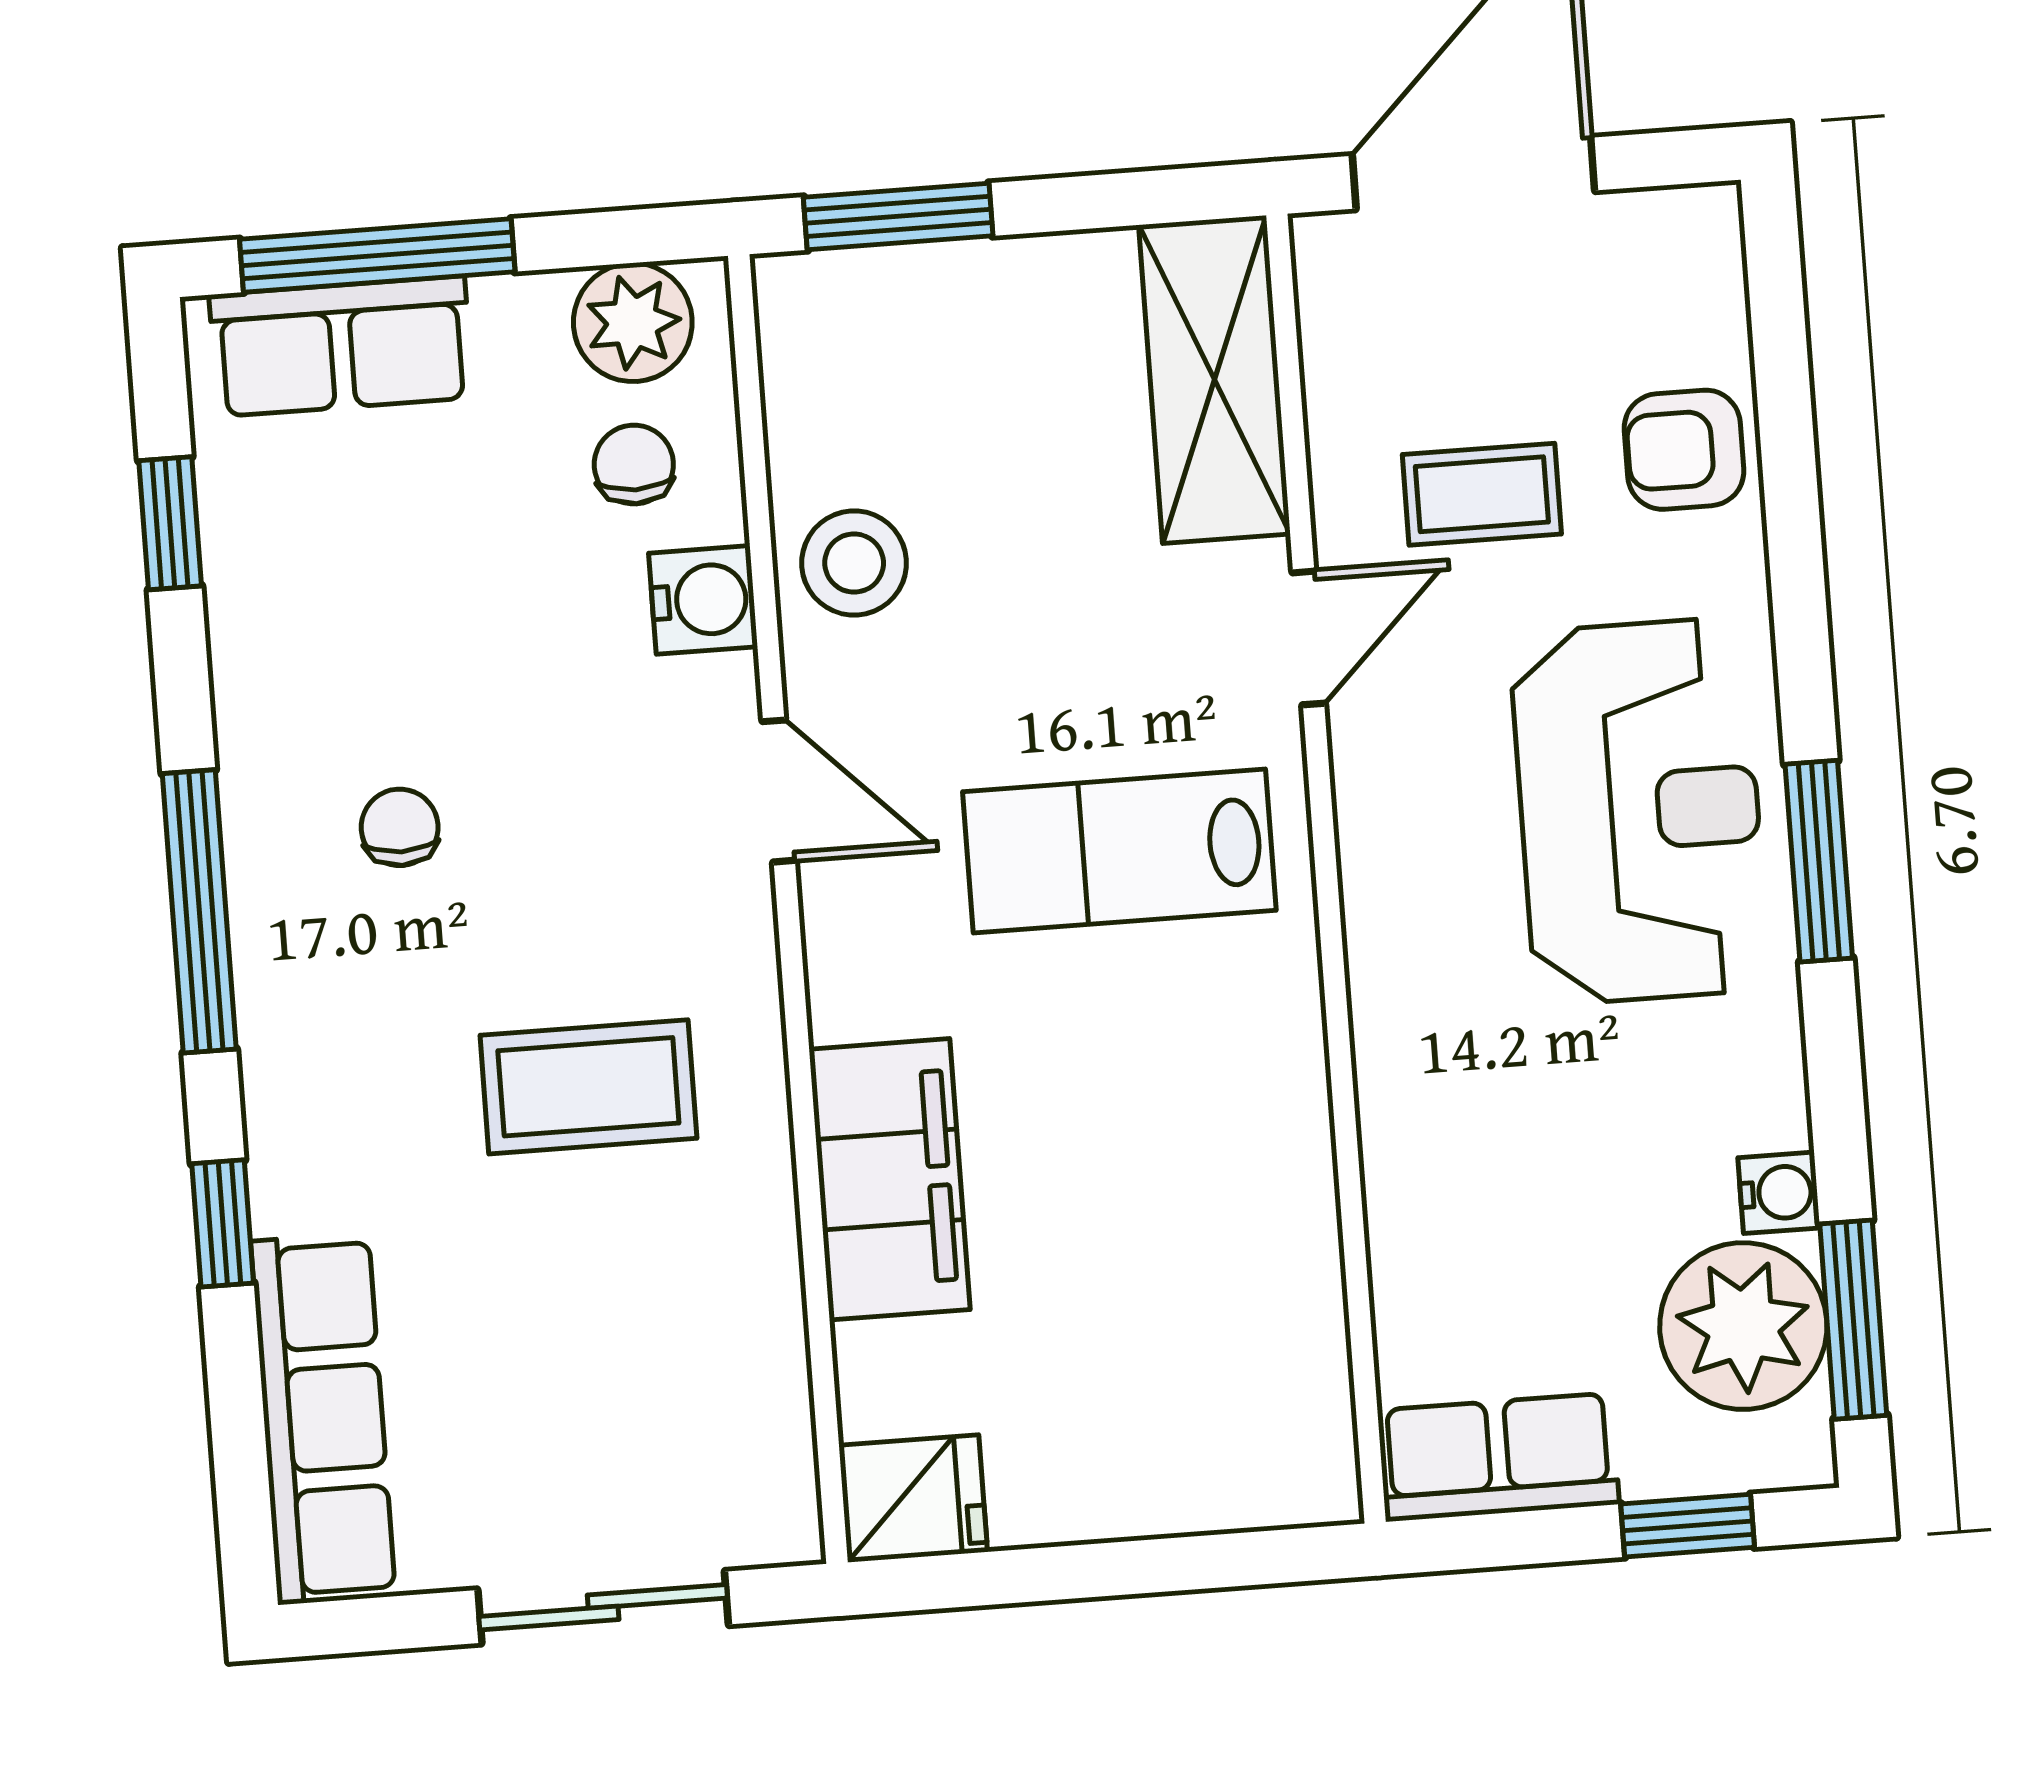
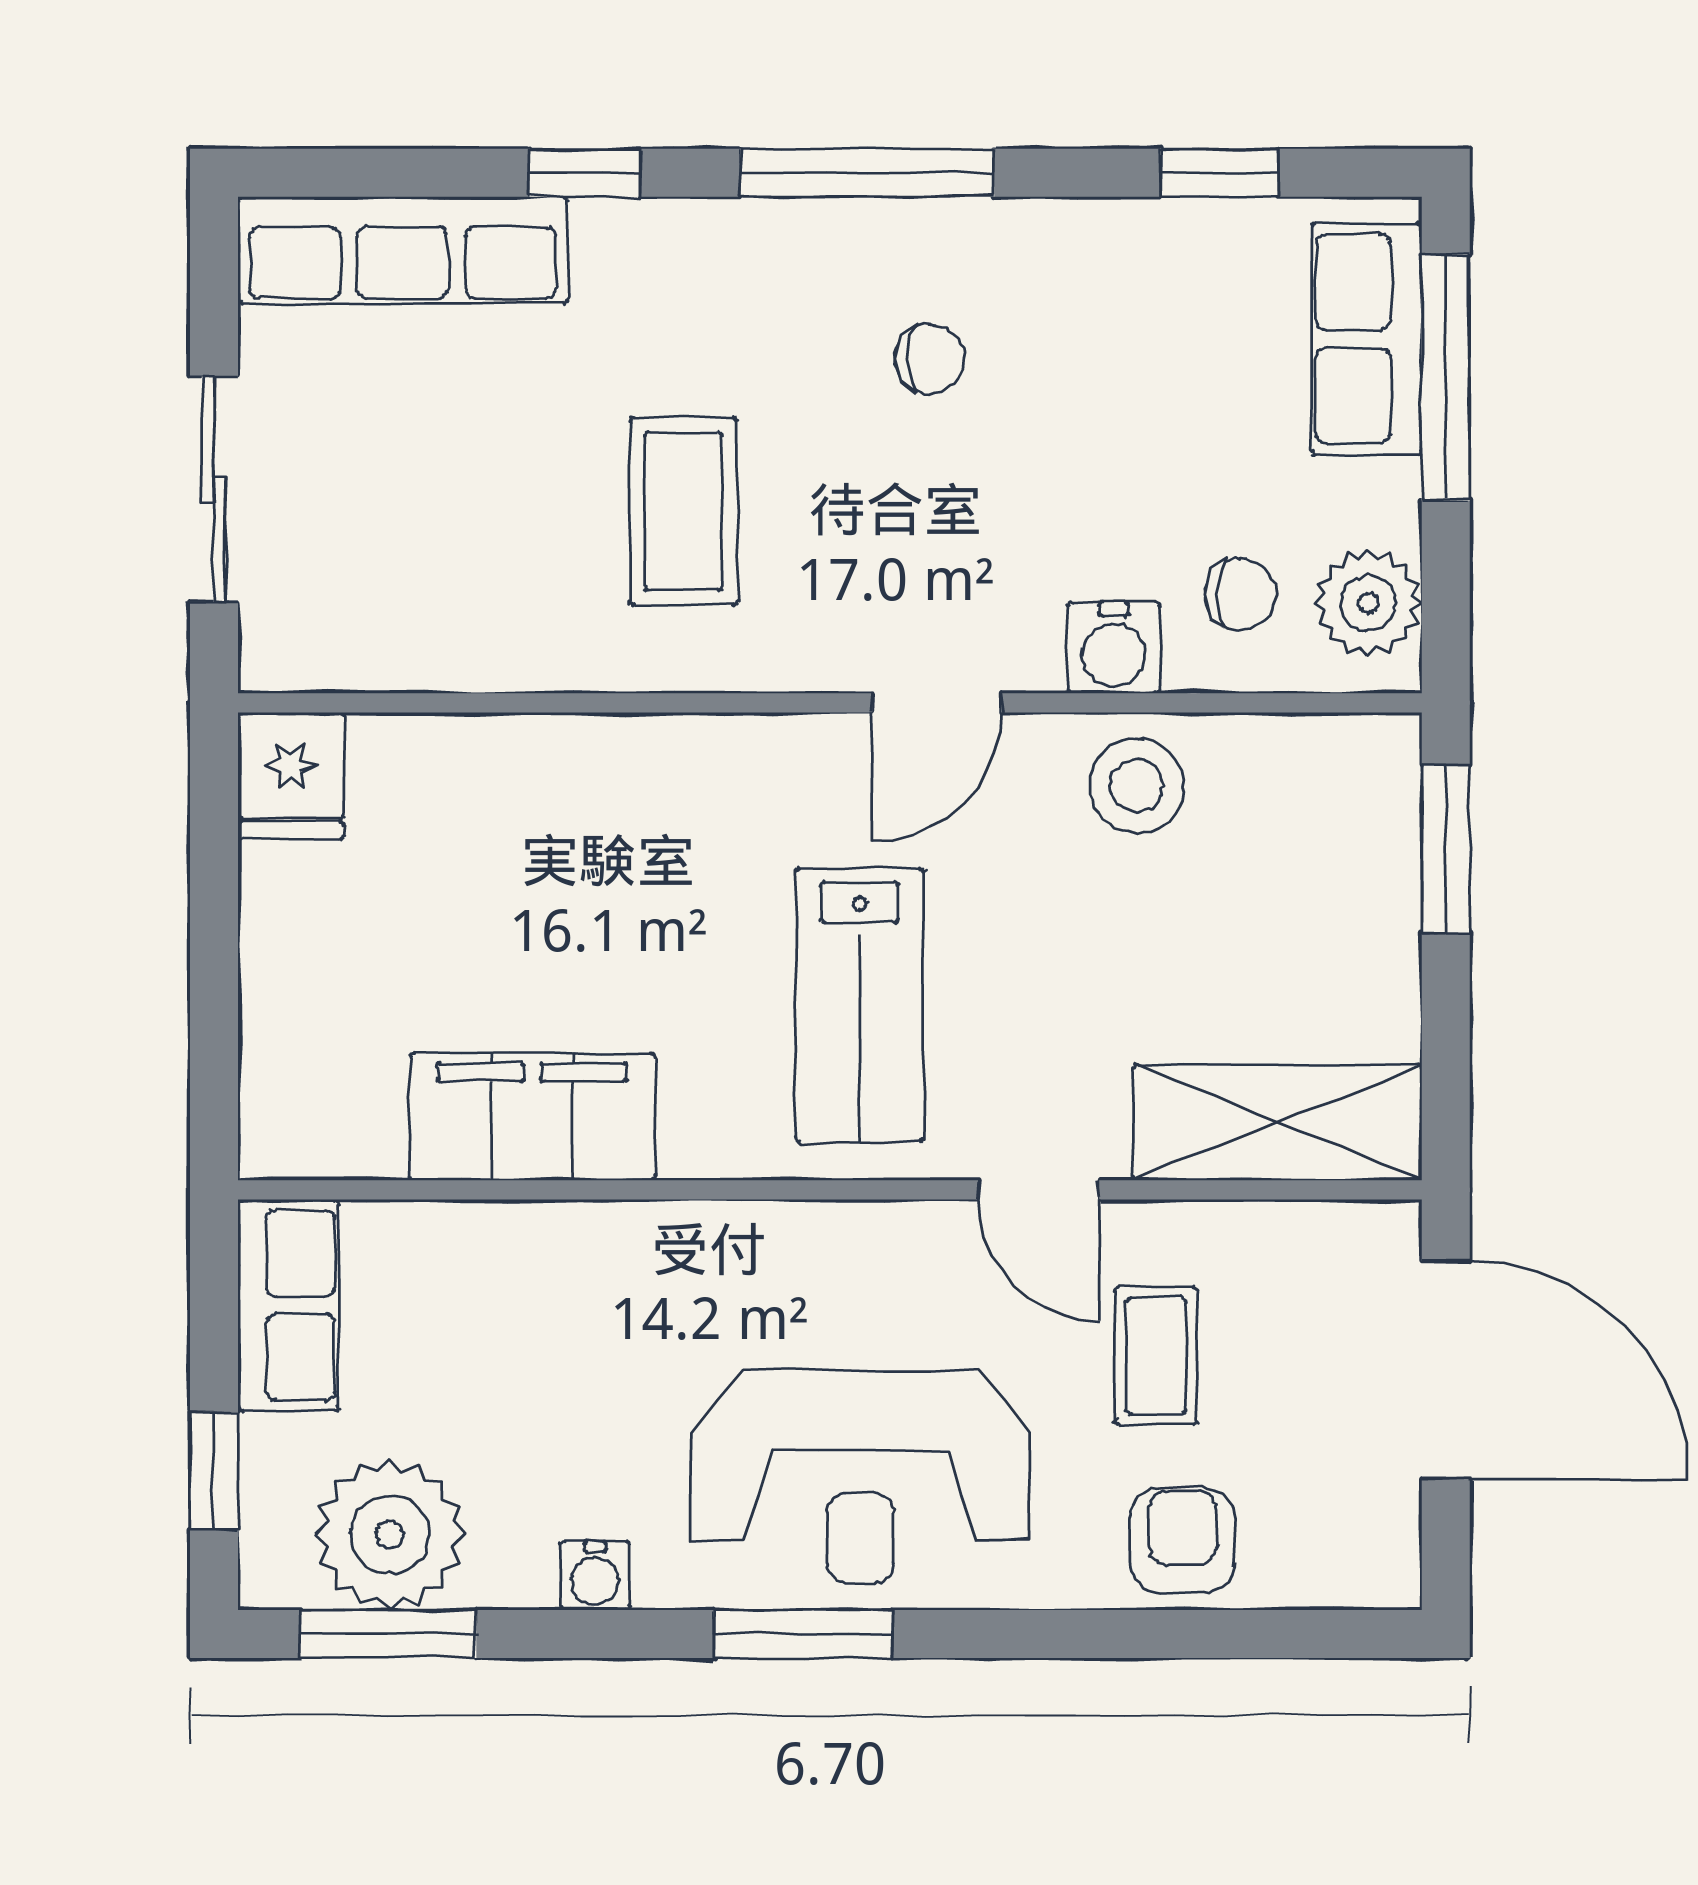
lab bench: (1119, 851) -> (860, 1005), turned 180
filing cabinet: (890, 1179) -> (532, 1117), moved, turned 180
water cooler: (1779, 1193) -> (595, 1576), moved

